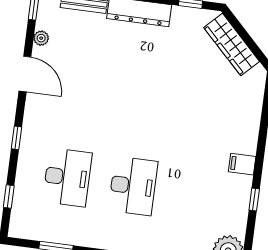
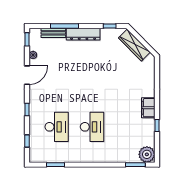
door: (25, 74) -> (27, 75), hinge flipped
filing cabinet: (242, 164) -> (148, 108), width x2.00

